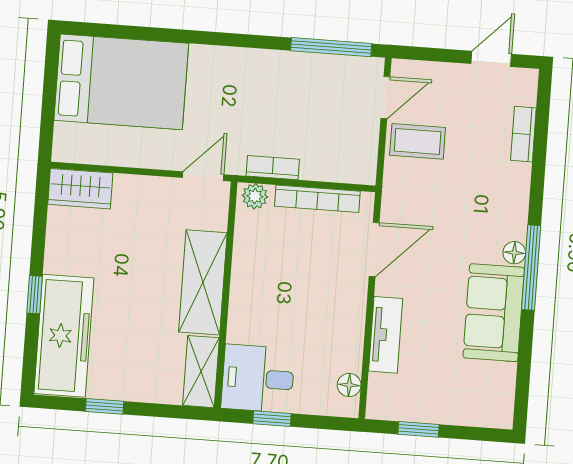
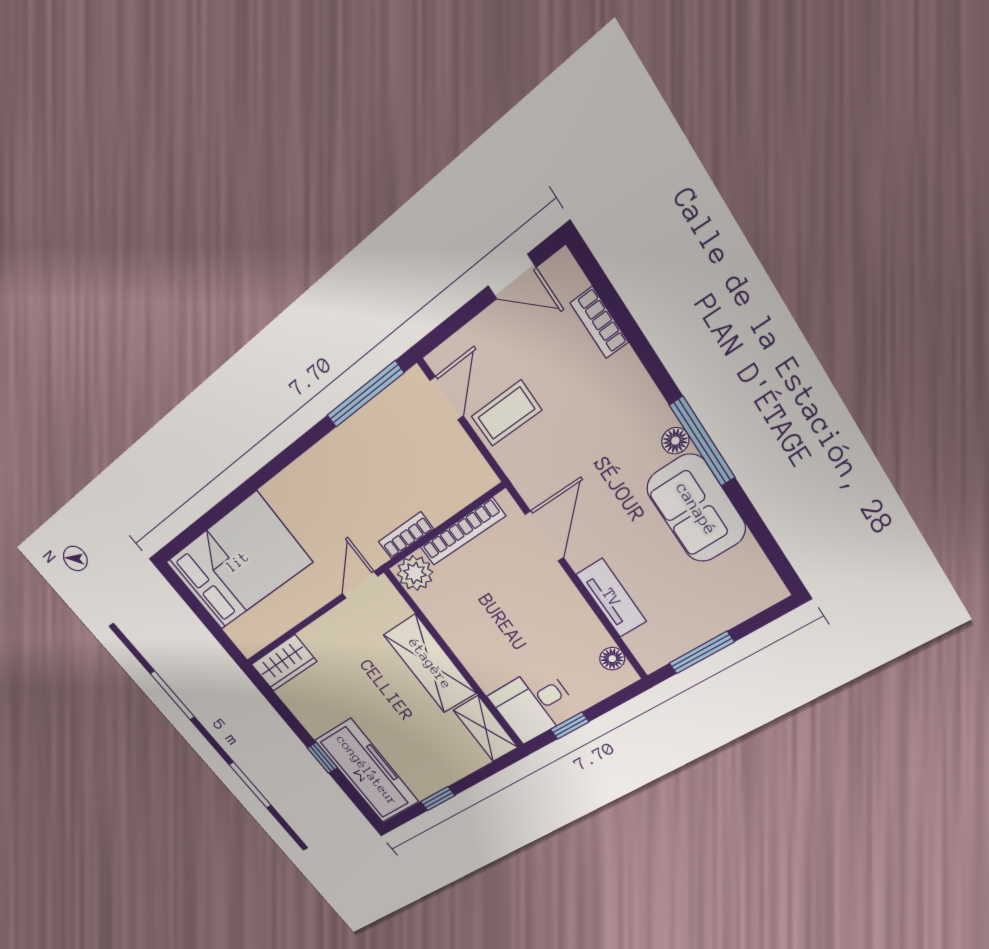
door: (491, 59) -> (512, 277), swing flipped
plant: (255, 196) -> (415, 573), width x1.38, depth x1.38
window: (418, 429) -> (702, 653), width x1.50

